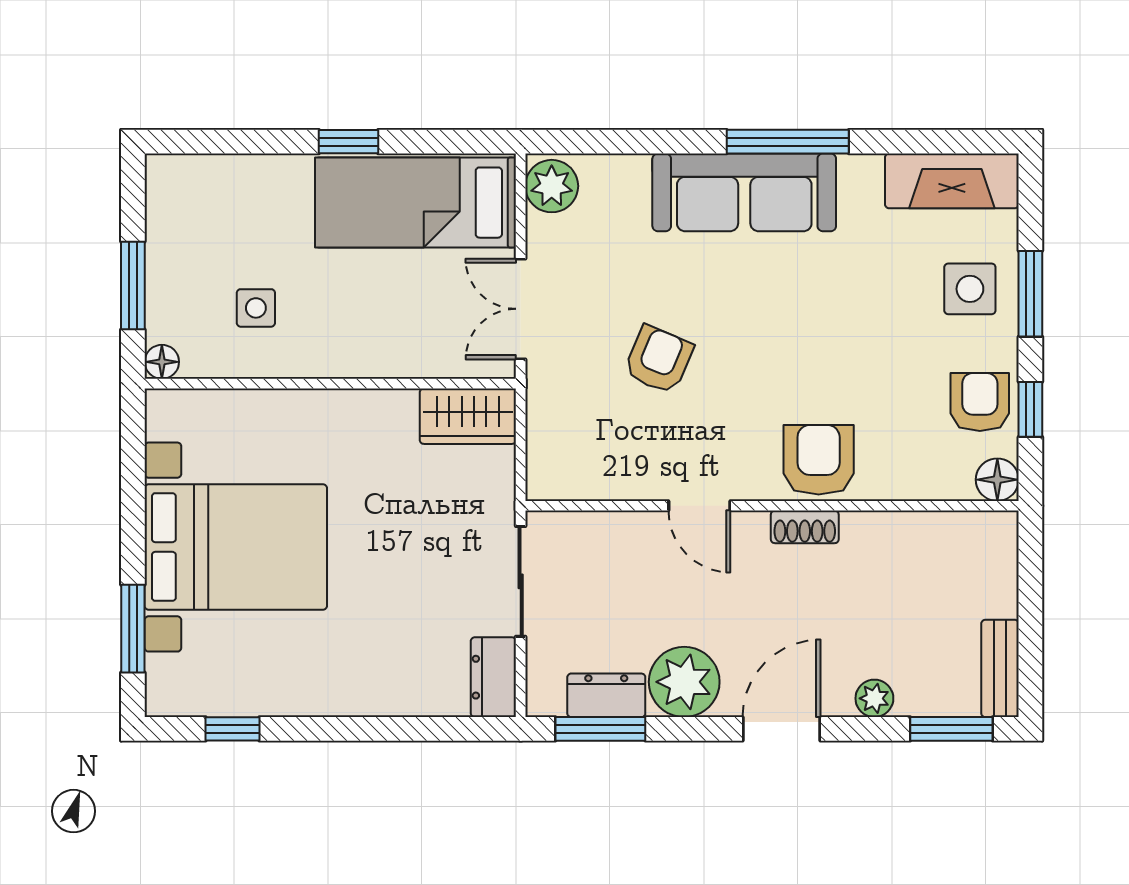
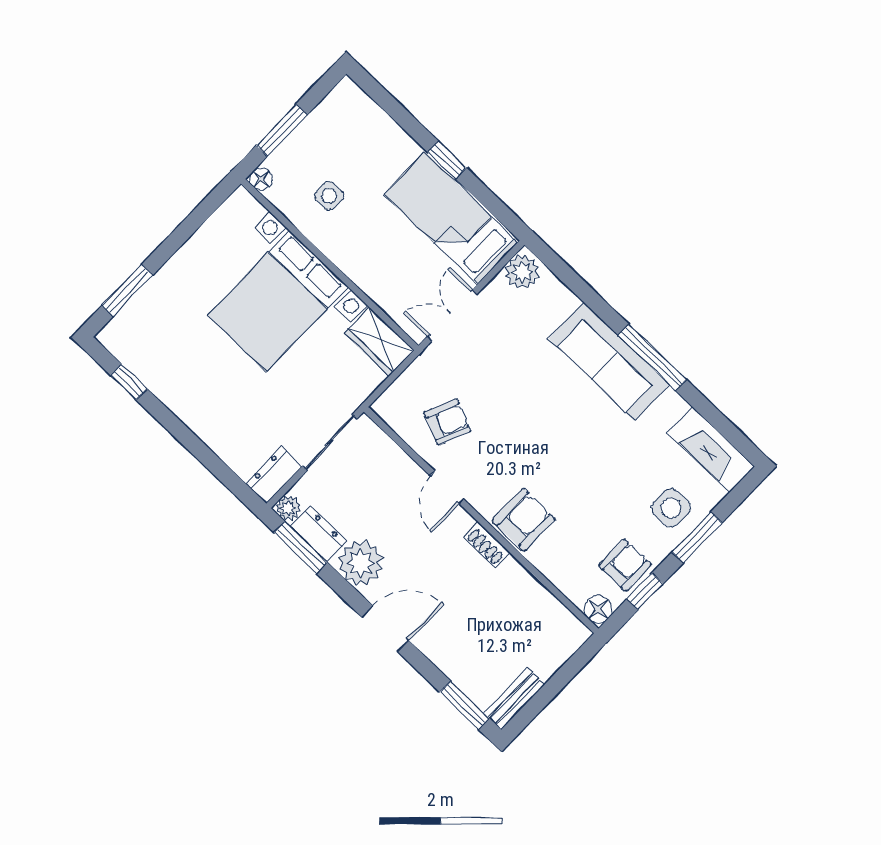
armchair: (659, 360) -> (447, 422), moved
bed with nightstands: (236, 547) -> (278, 301), moved, turned 90
plant: (874, 698) -> (288, 508), moved

